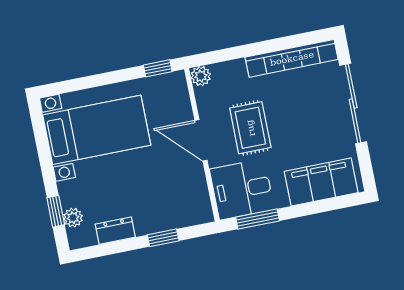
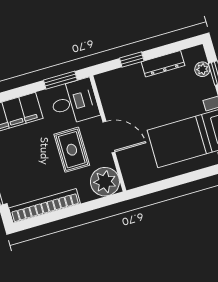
window: (158, 68) -> (147, 189), removed
plant: (201, 76) -> (105, 182), width x1.88, depth x1.88
dresser: (115, 231) -> (163, 64), width x1.44

